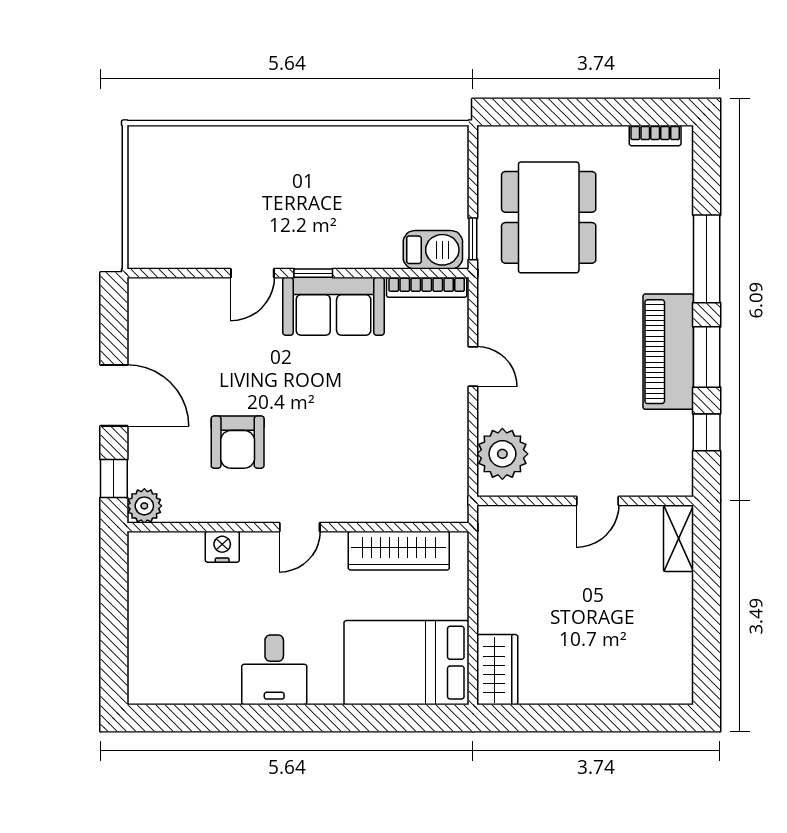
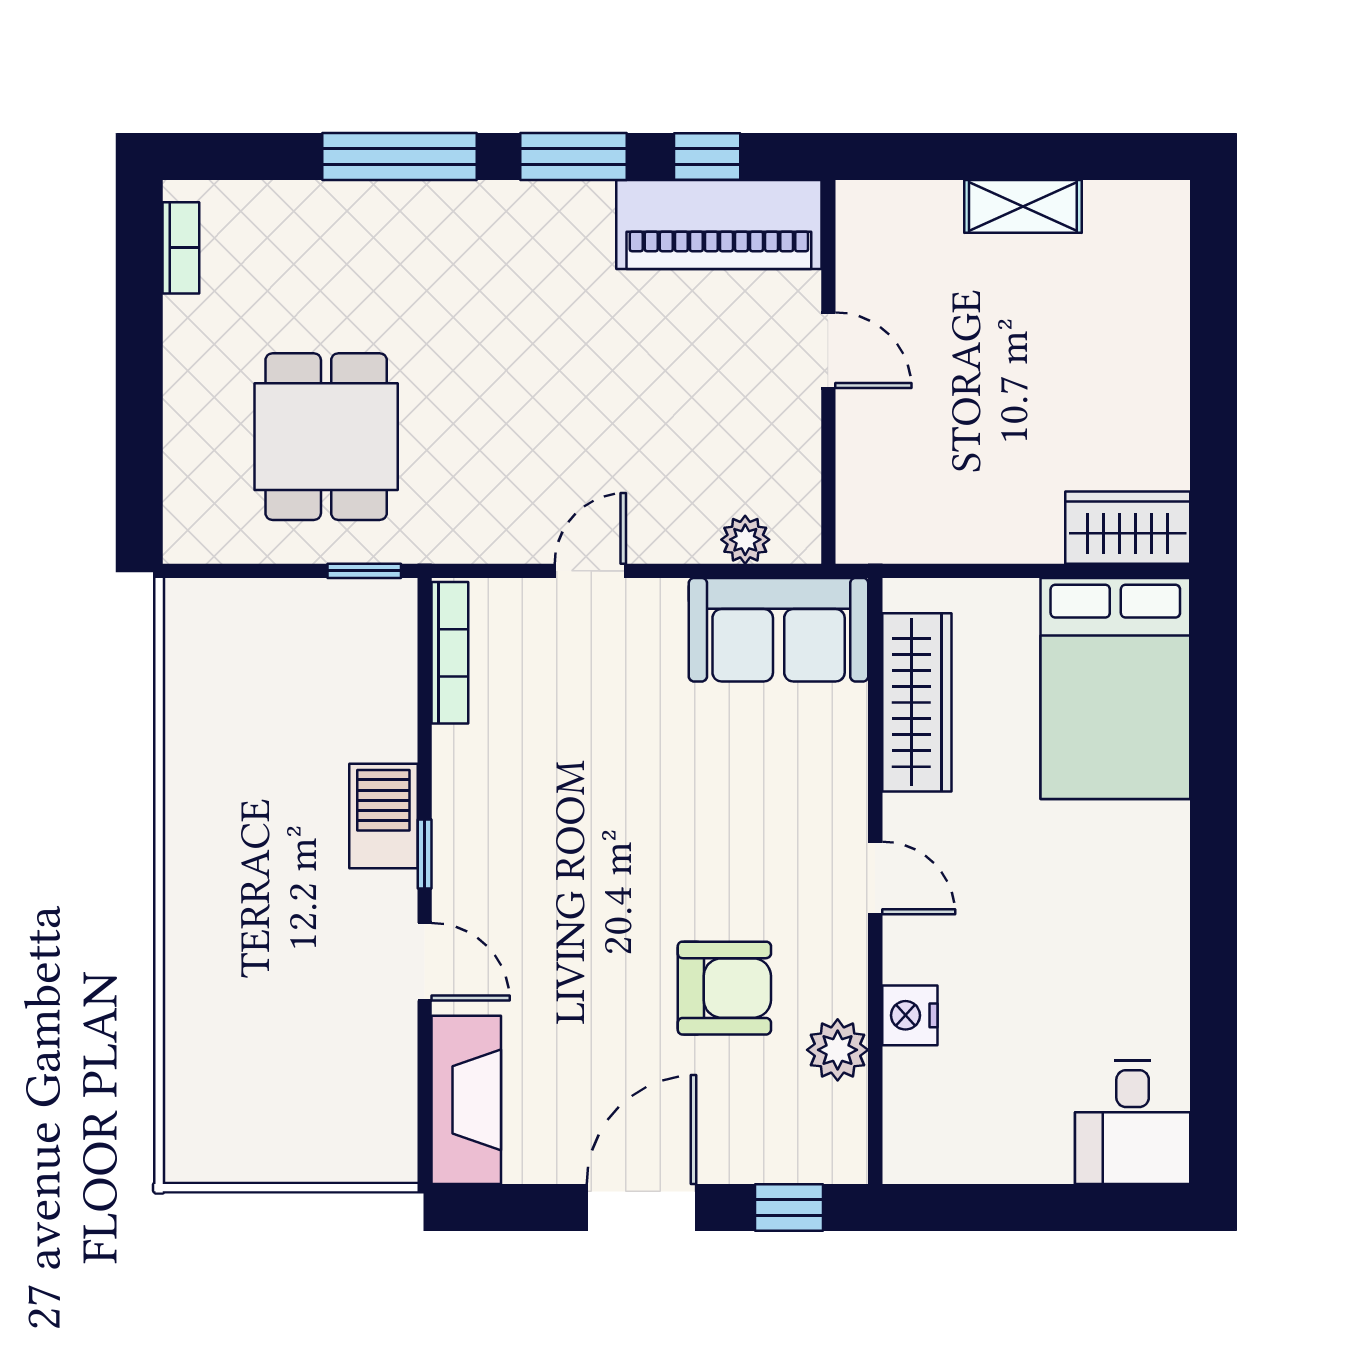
dining table: (549, 217) -> (326, 437), width x0.73
barbecue: (433, 250) -> (383, 816), moved
fireplace: (174, 297) -> (466, 1100), added
sofa: (333, 306) -> (779, 630), moved, turned 90
piano: (668, 352) -> (719, 225), moved
plant: (502, 454) -> (745, 540), width x0.53, depth x0.53
plant: (144, 506) -> (838, 1050), moved
shelving: (679, 539) -> (1023, 206), moved
desk: (274, 670) -> (1133, 1122), moved, turned 90

